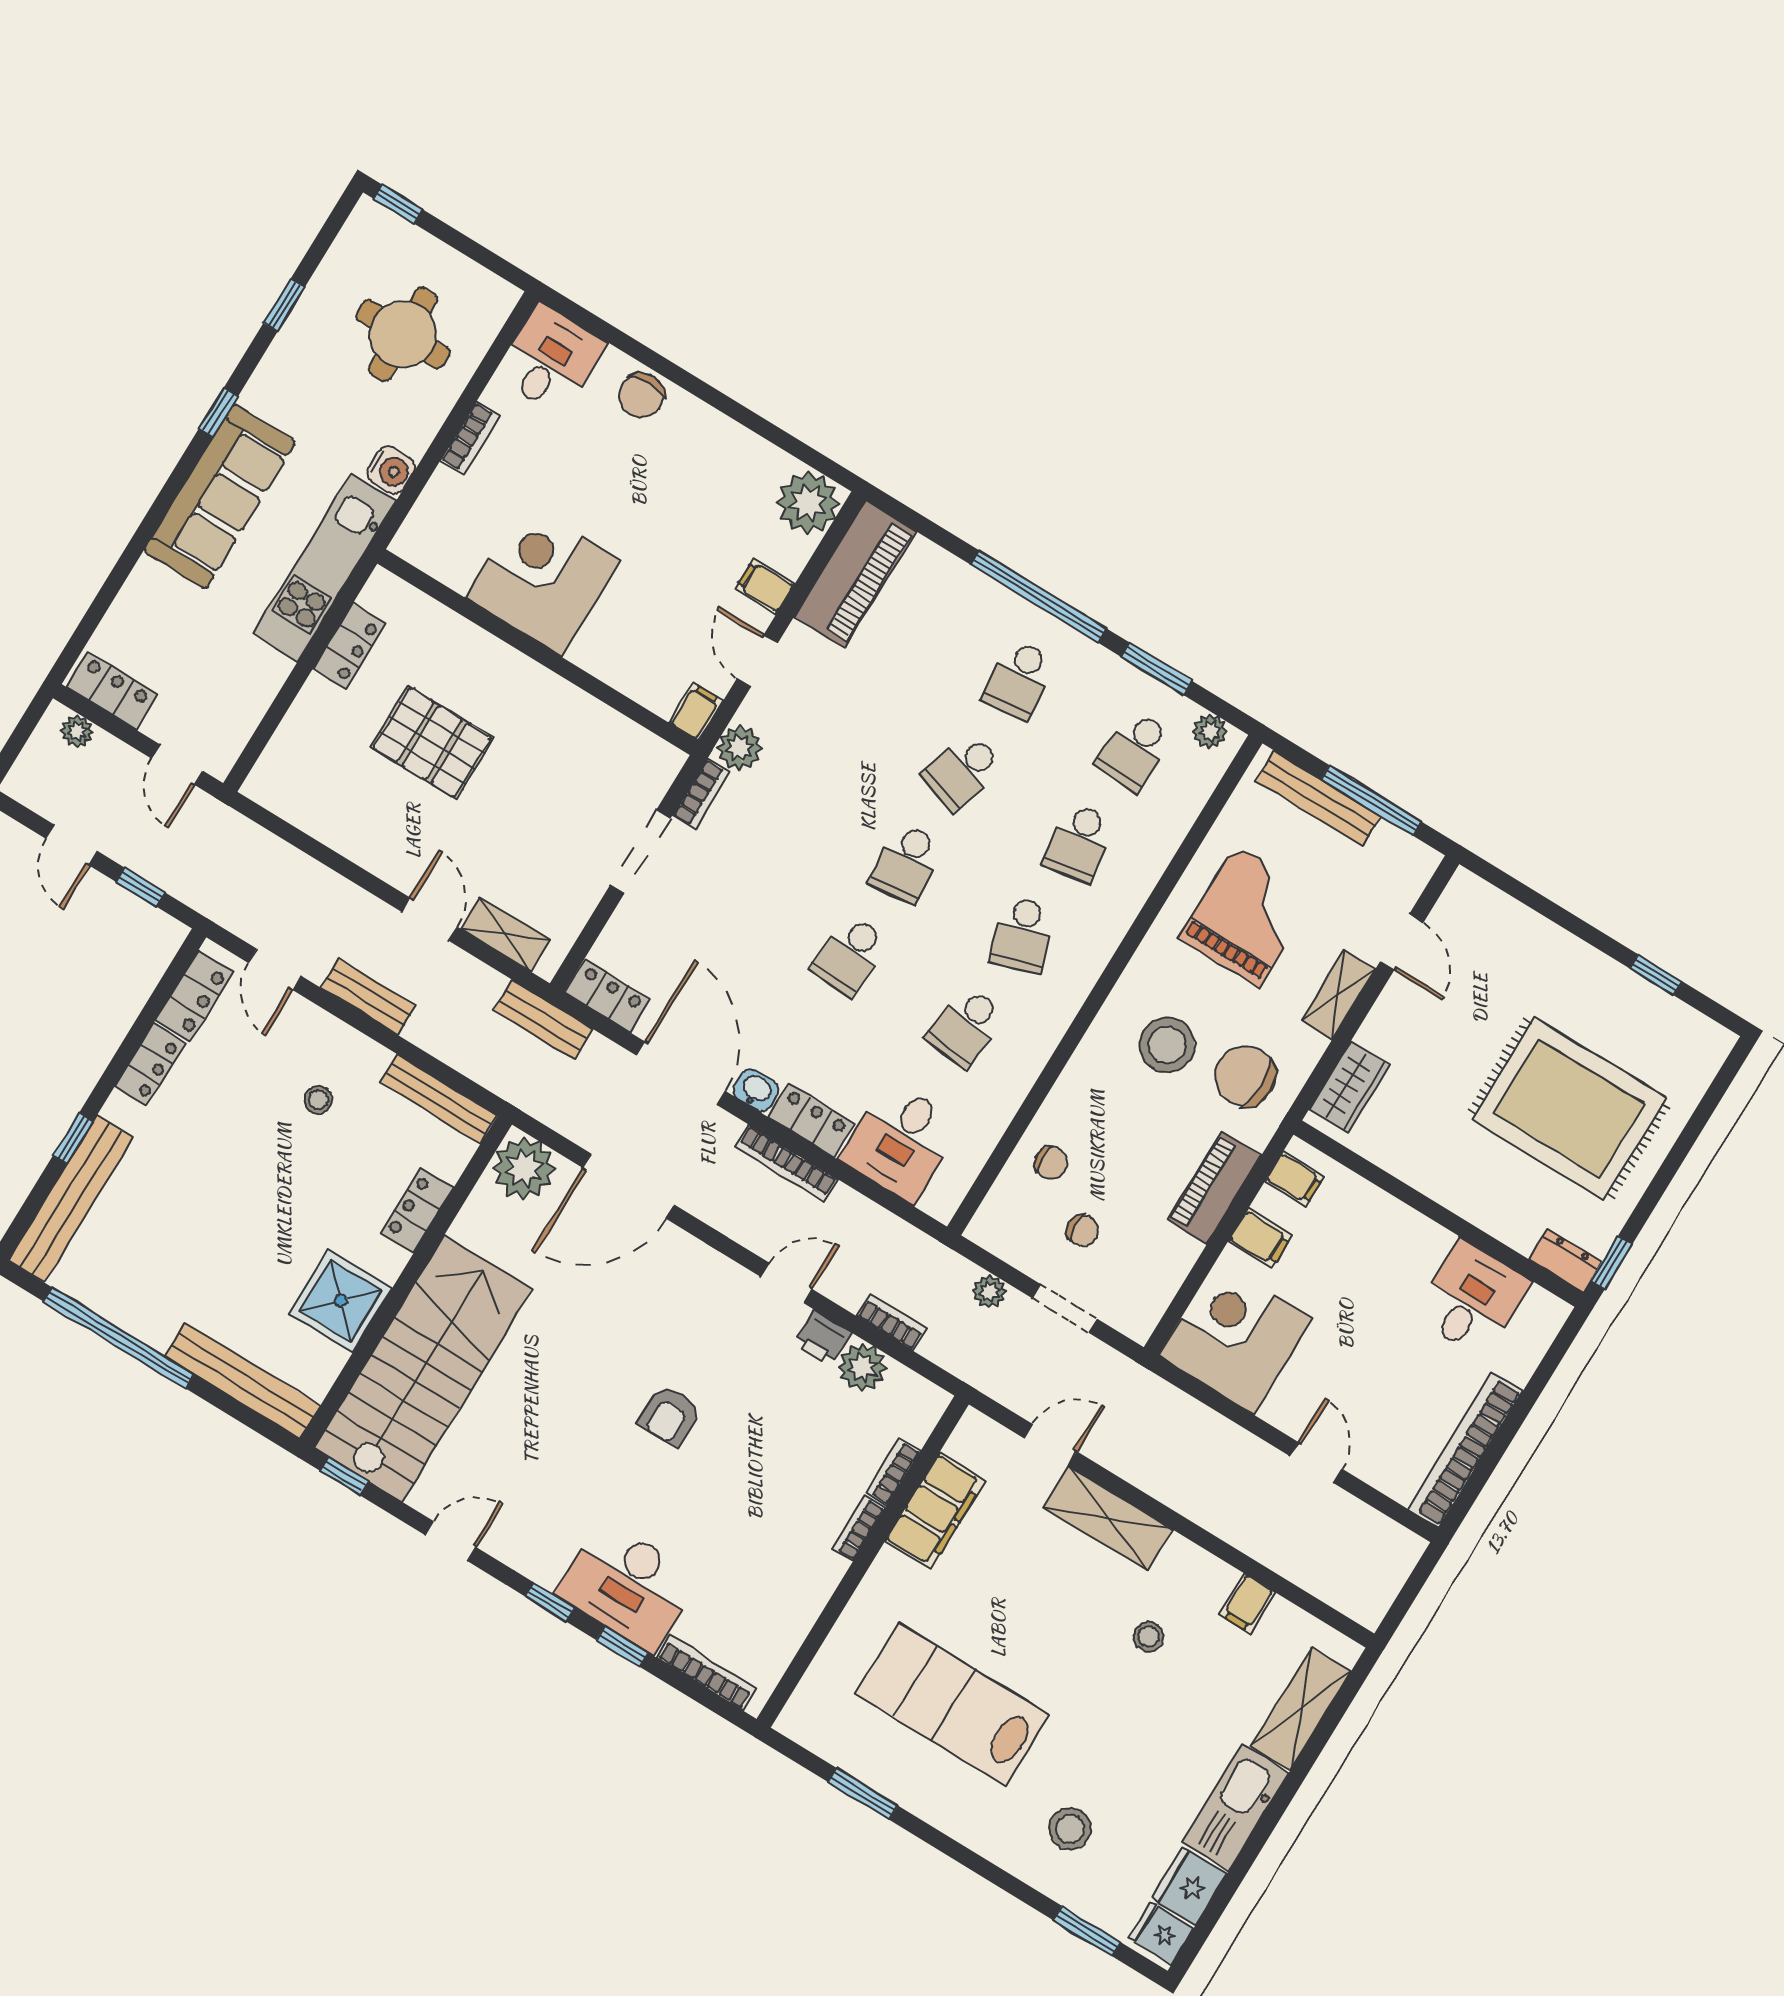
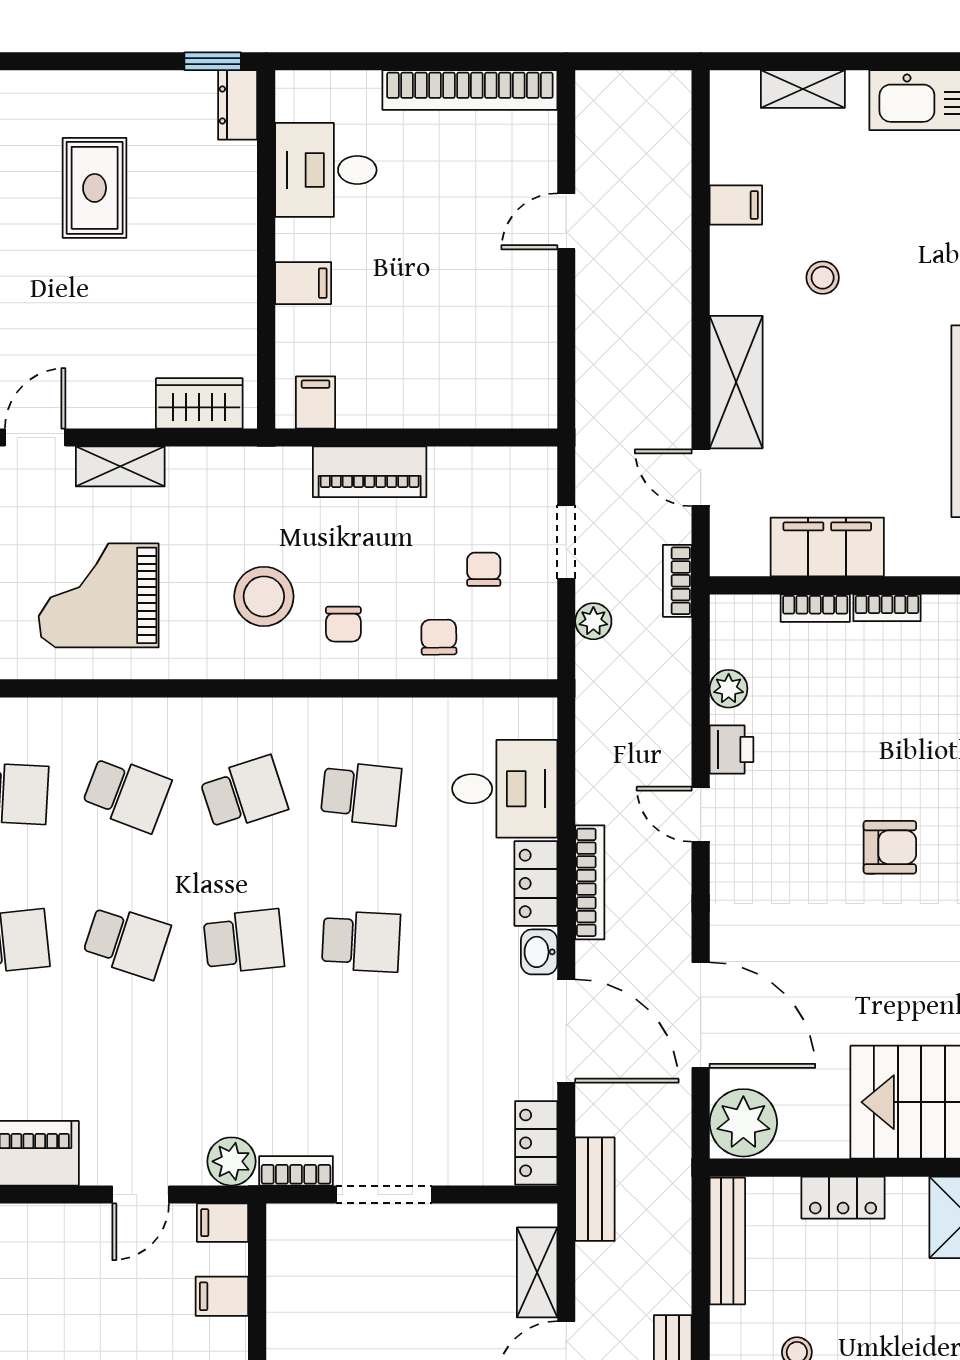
filing cabinet: (765, 586) -> (222, 1296), moved, turned 90
school desk: (1079, 842) -> (126, 794), turned 30
door: (681, 1073) -> (566, 1031), swing flipped
chair: (1245, 1076) -> (343, 624), moved, width x0.54, depth x0.54
rug: (1569, 1109) -> (95, 188), width x0.54, depth x0.49
filing cabinet: (1260, 1238) -> (303, 283), moved, turned 90
bookcase: (892, 1322) -> (677, 581), moved
corner desk: (1235, 1337) -> (496, 367), removed
plant: (862, 1367) -> (729, 689), width x0.73, depth x0.73
shelving: (1301, 1709) -> (803, 89), width x0.67, depth x0.75

